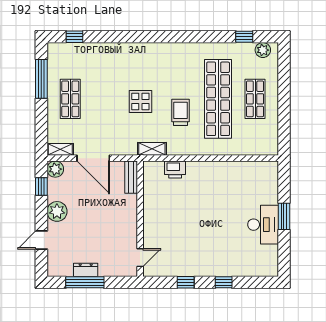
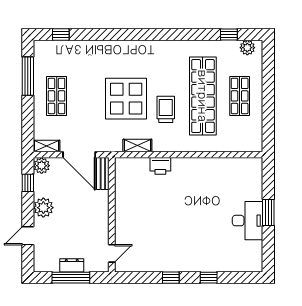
display table: (140, 101) -> (126, 99), width x1.86, depth x1.86
bench: (131, 177) -> (103, 174), moved
wall: (140, 219) -> (112, 215), moved
door: (140, 258) -> (112, 253), moved

